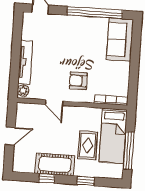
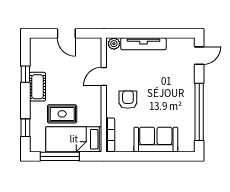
sofa: (120, 40) -> (156, 140), moved
cot: (55, 164) -> (38, 87), width x0.73, depth x0.75
window: (86, 181) -> (25, 128), moved

